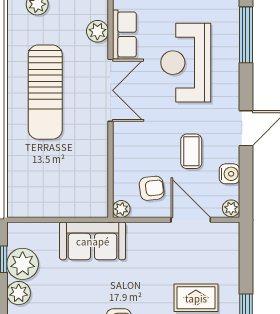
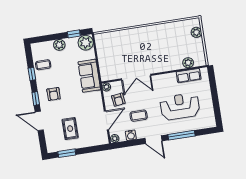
window: (246, 35) -> (182, 135), moved
double door: (111, 90) -> (136, 77), moved
sun lounger: (45, 92) -> (156, 43), removed
plant: (23, 264) -> (86, 43), moved

